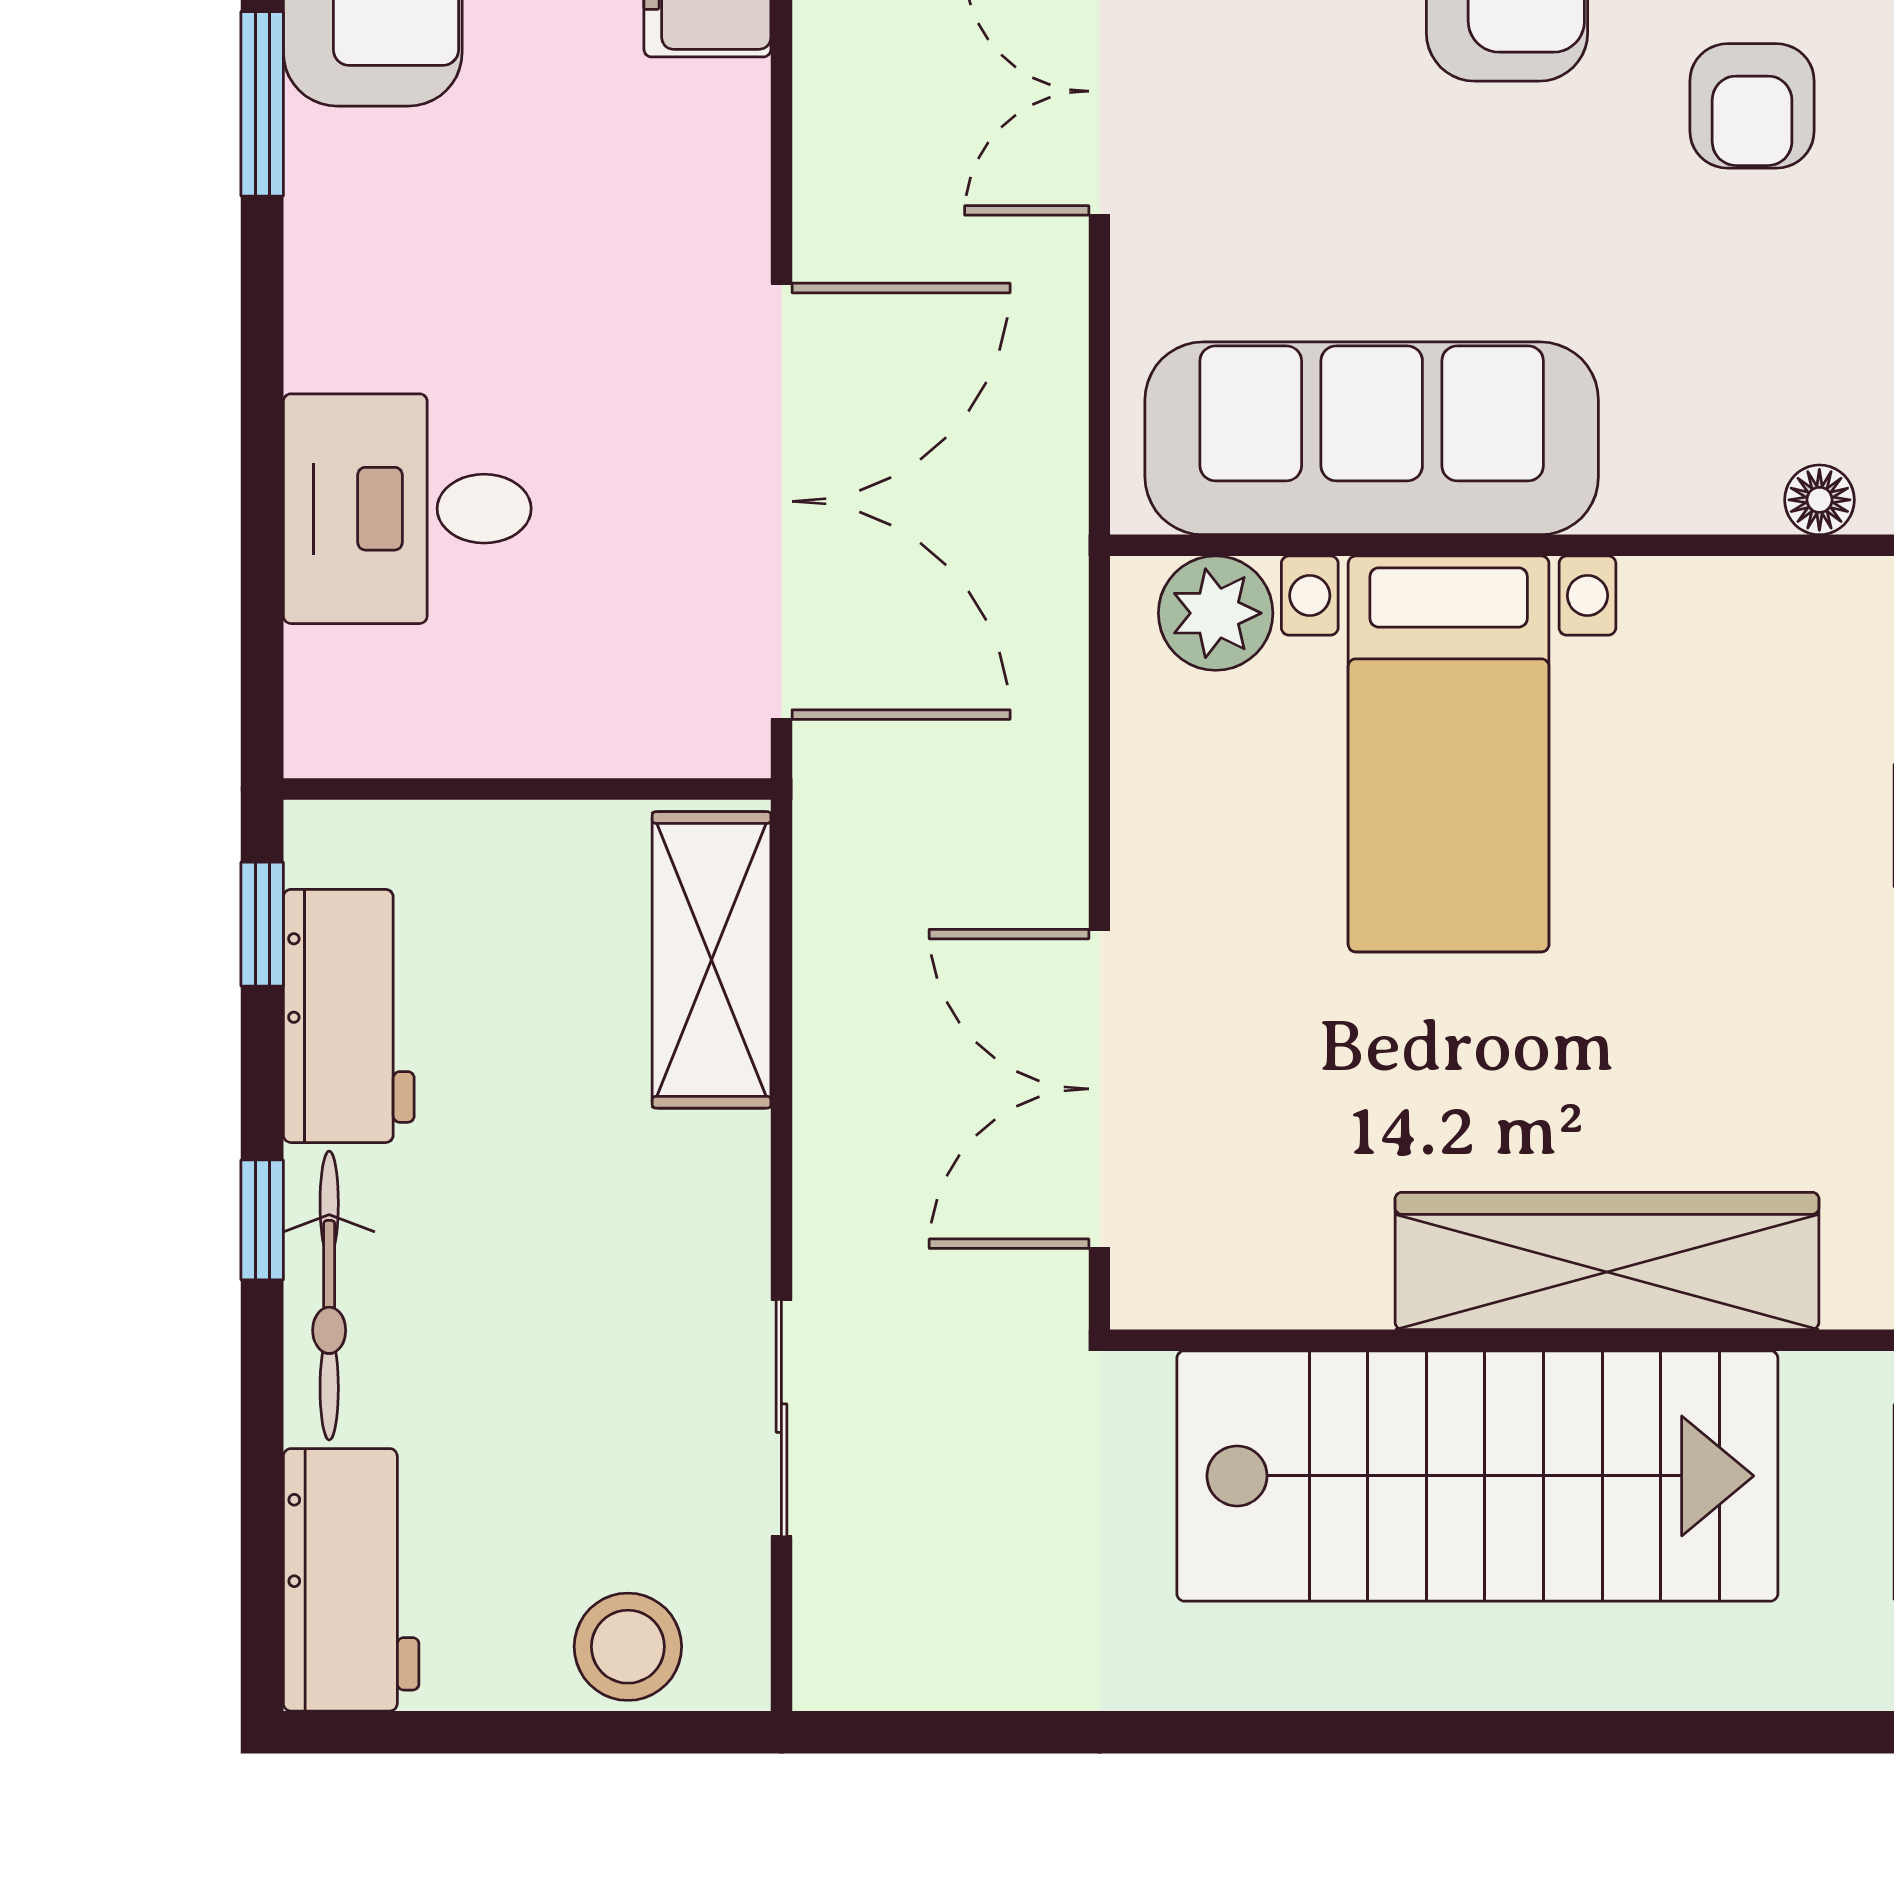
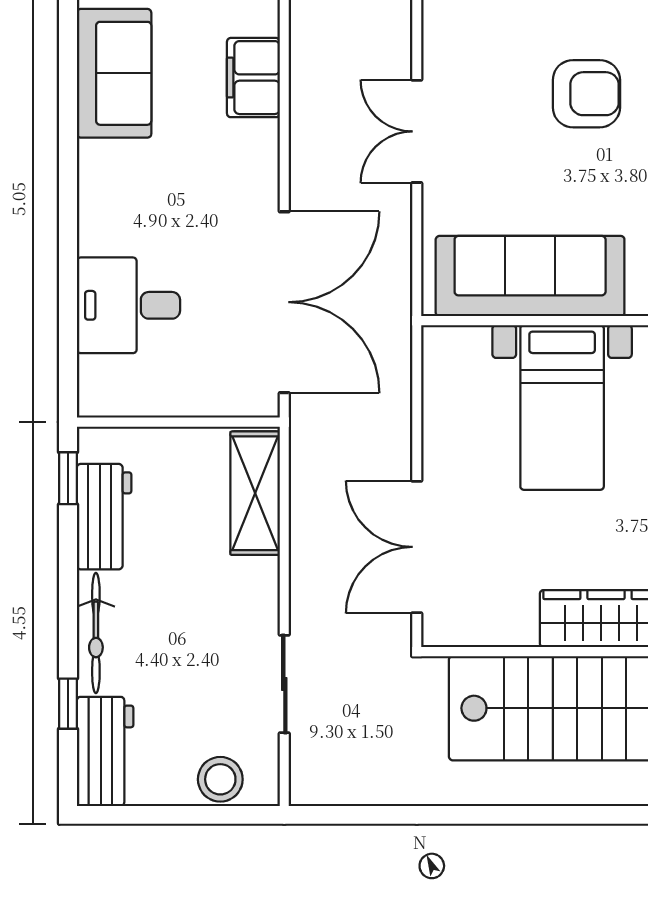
window: (262, 104) -> (68, 137), removed
plant: (1216, 613) -> (465, 349), removed
window: (262, 1220) -> (68, 704), moved

